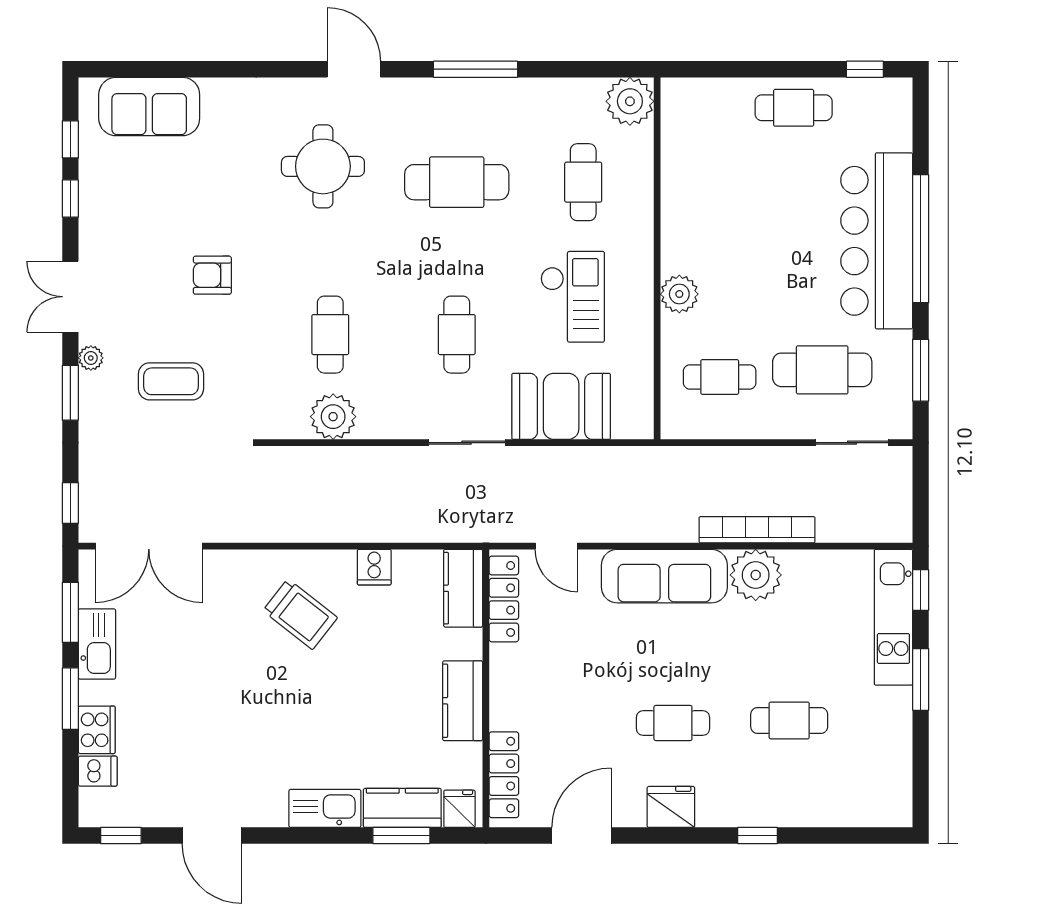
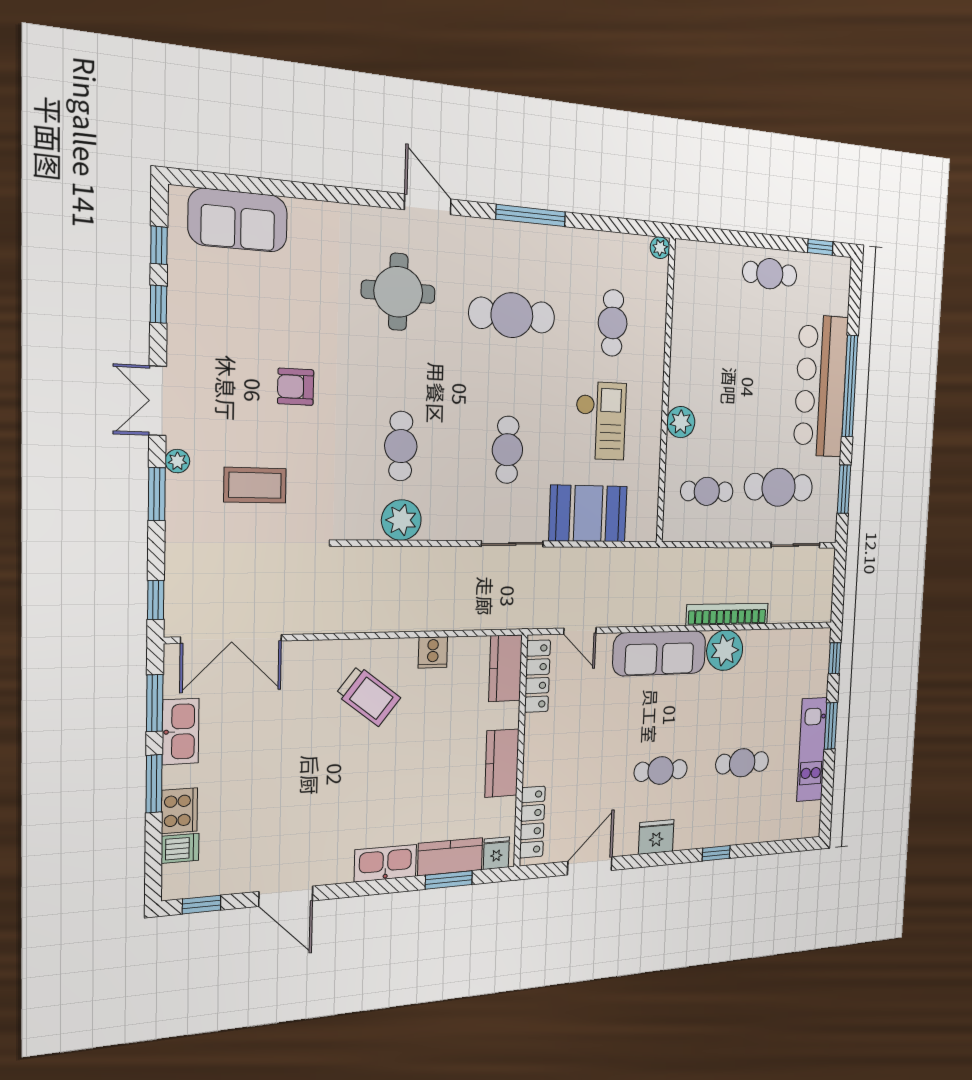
plant: (630, 101) -> (660, 248), width x0.53, depth x0.53
kitchen unit: (893, 617) -> (812, 749), moved

